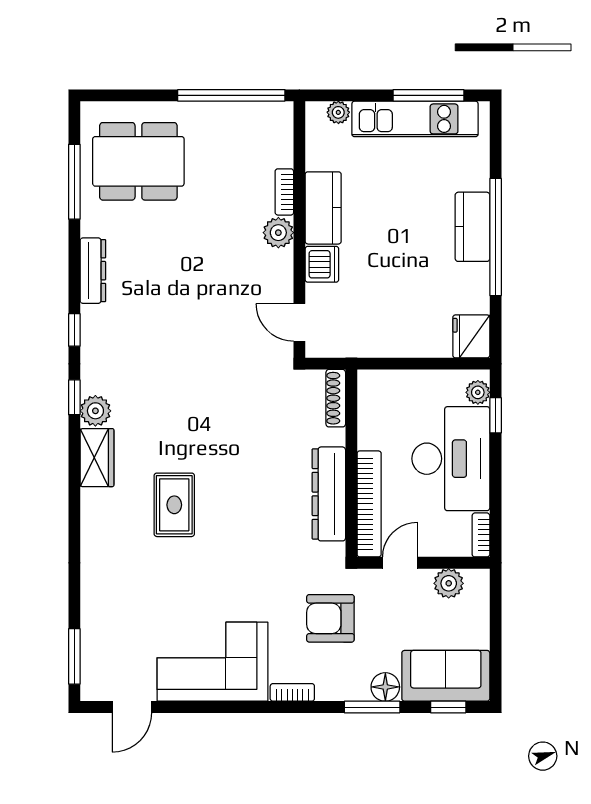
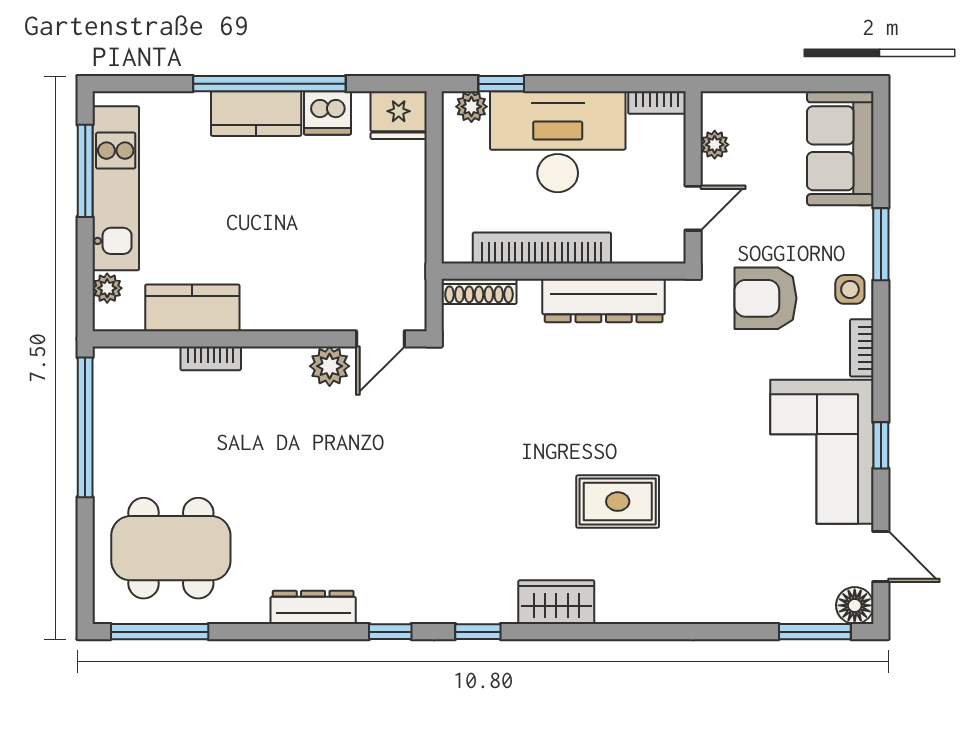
dining table: (138, 161) -> (171, 548), turned 90
window: (74, 182) -> (160, 632), moved
kitchen counter: (323, 208) -> (192, 308), moved
plant: (278, 233) -> (330, 366), moved
dishwasher: (322, 264) -> (327, 113), moved, turned 180
plant: (95, 411) -> (495, 604), removed
bookcase: (369, 504) -> (542, 248), moved
door: (400, 563) -> (693, 208), swing flipped
plant: (449, 583) -> (715, 145), width x0.73, depth x0.73
armchair: (330, 618) -> (765, 298), turned 90
side table: (337, 683) -> (850, 289), added
floor lamp: (385, 687) -> (855, 605), moved
window: (448, 707) -> (881, 445), moved

